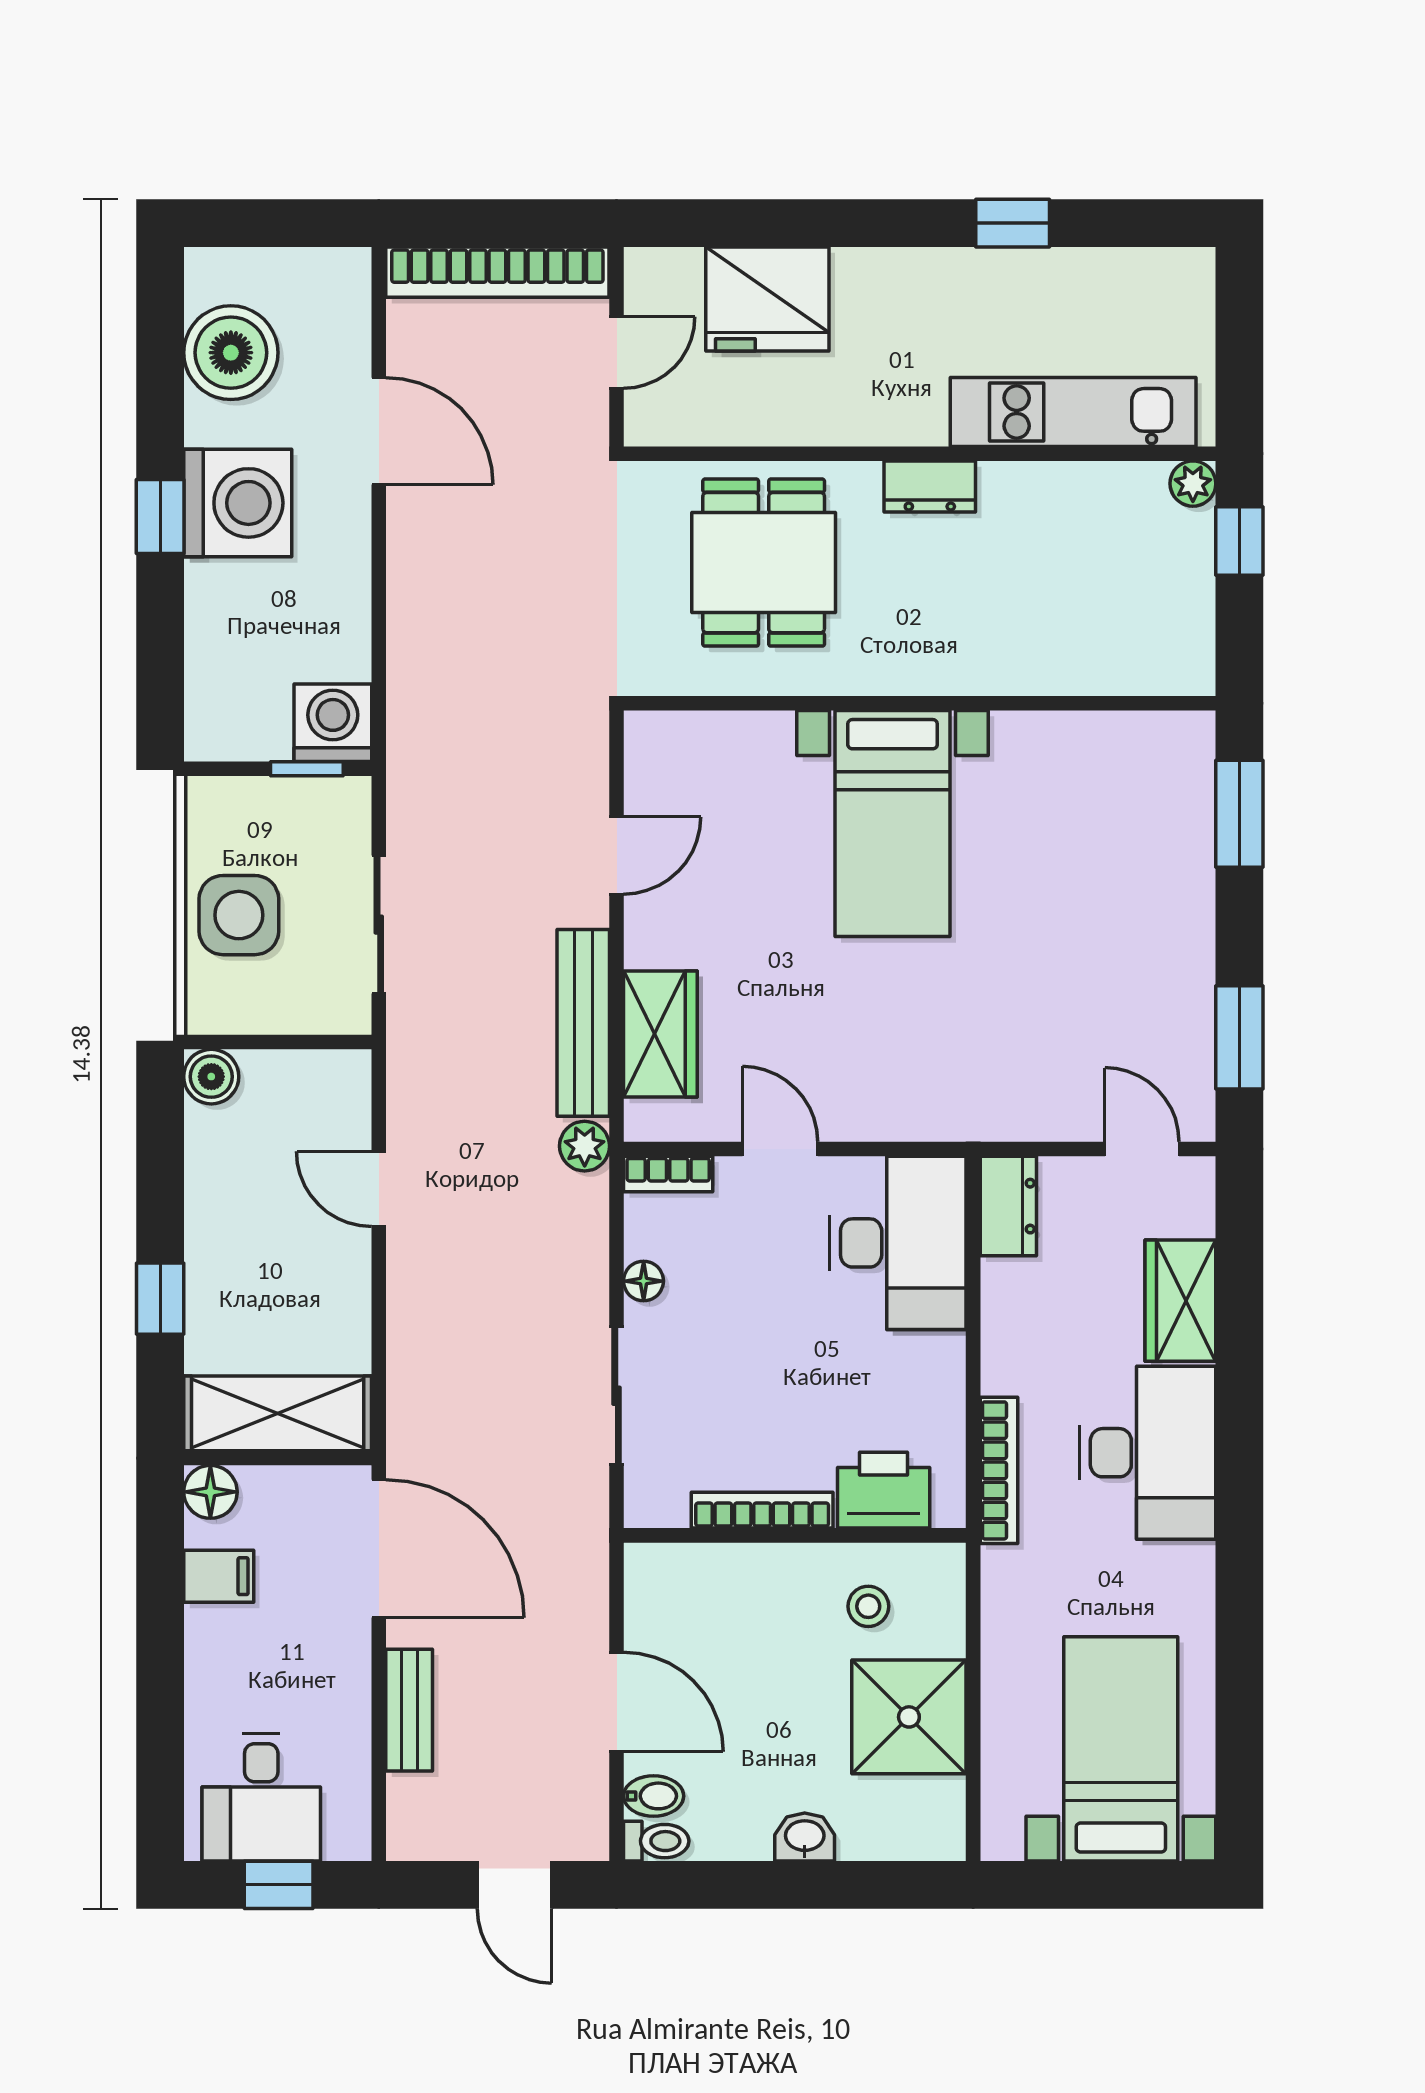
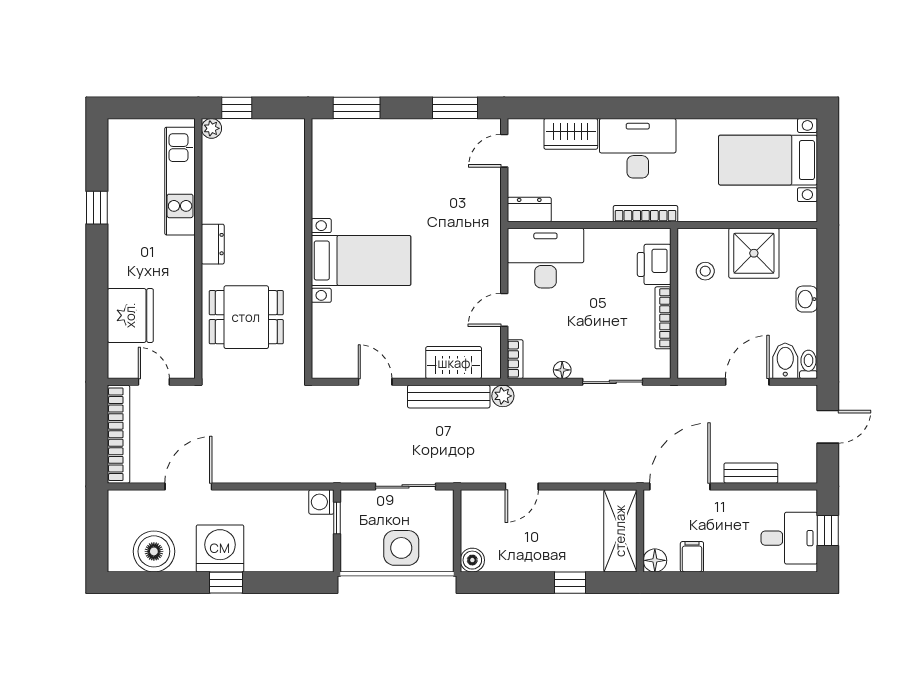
washing machine: (333, 723) -> (321, 502), width x0.73, depth x0.73
bidet: (654, 1796) -> (785, 361), width x1.38, depth x1.36

